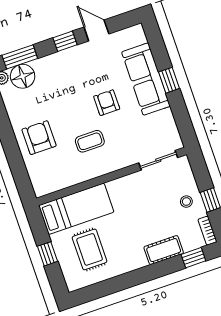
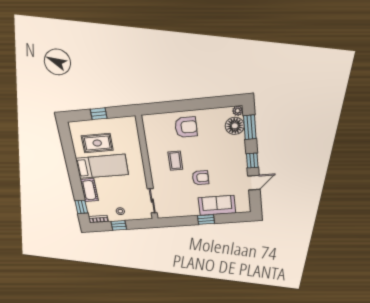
sofa: (146, 79) -> (217, 205), width x0.73
bed: (76, 209) -> (102, 166), moved, turned -90

